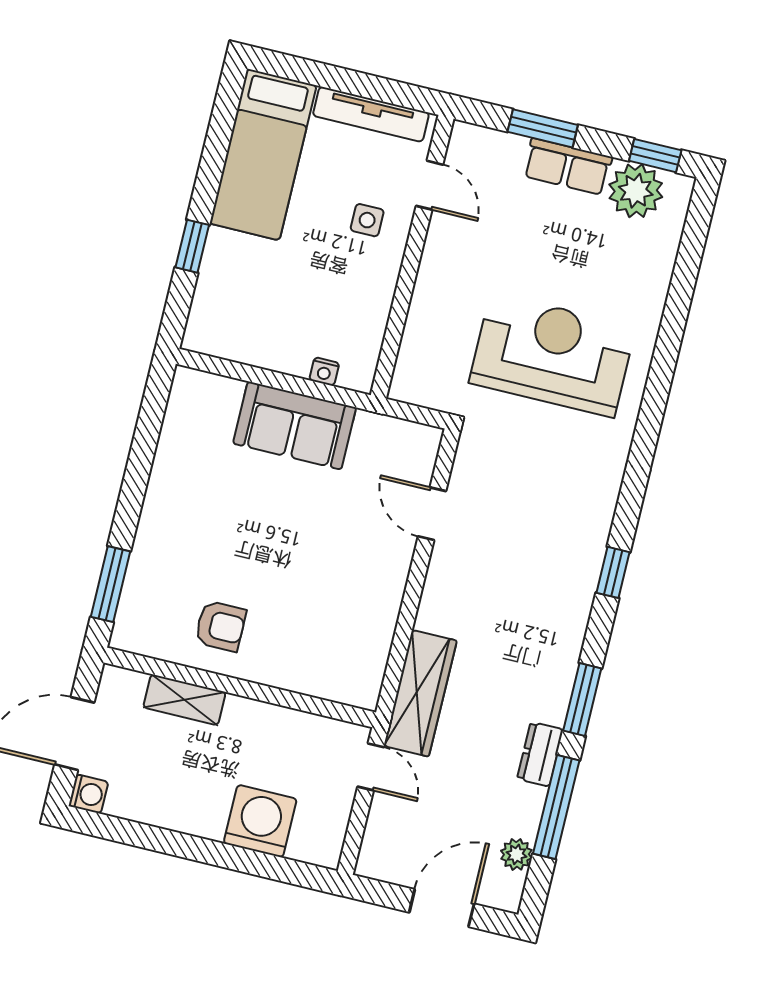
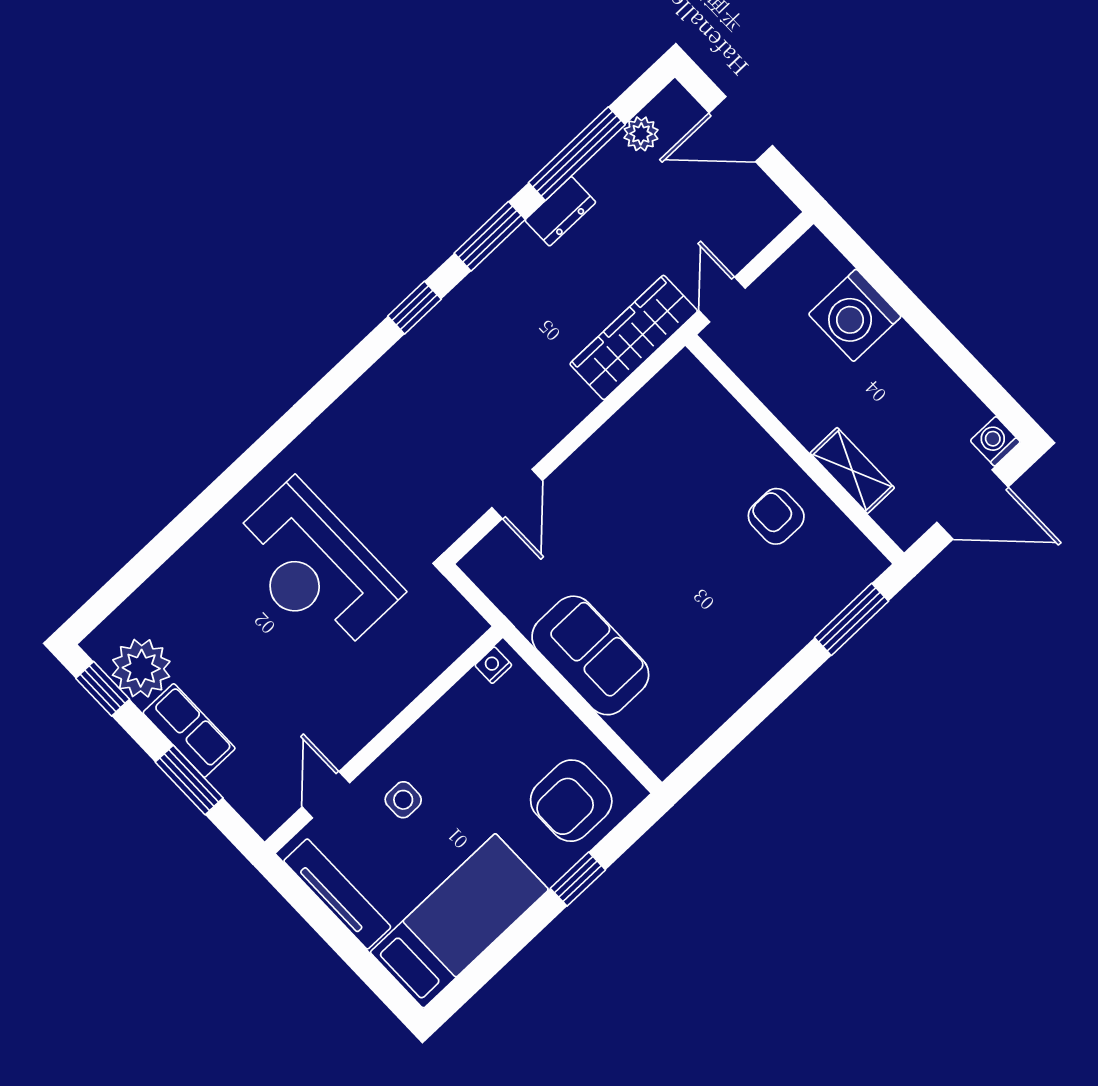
armchair: (237, 304) -> (571, 801), added
nightstand: (324, 372) -> (493, 665), moved, turned -90
window: (613, 572) -> (415, 308), moved

